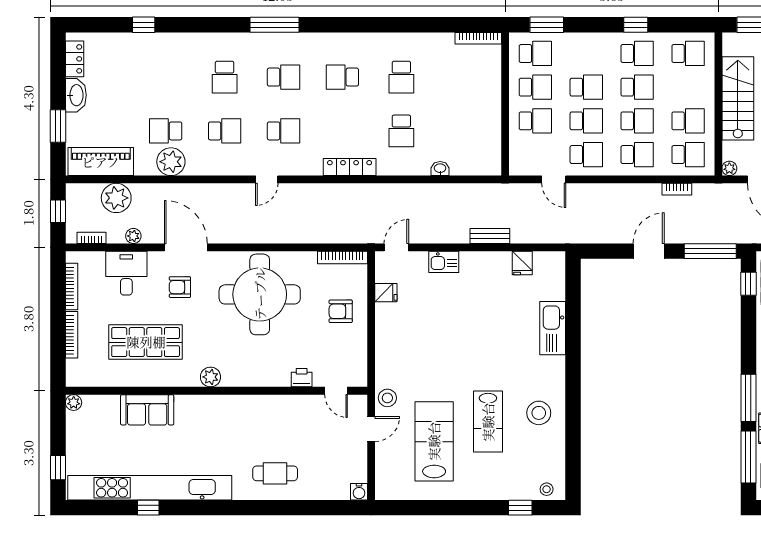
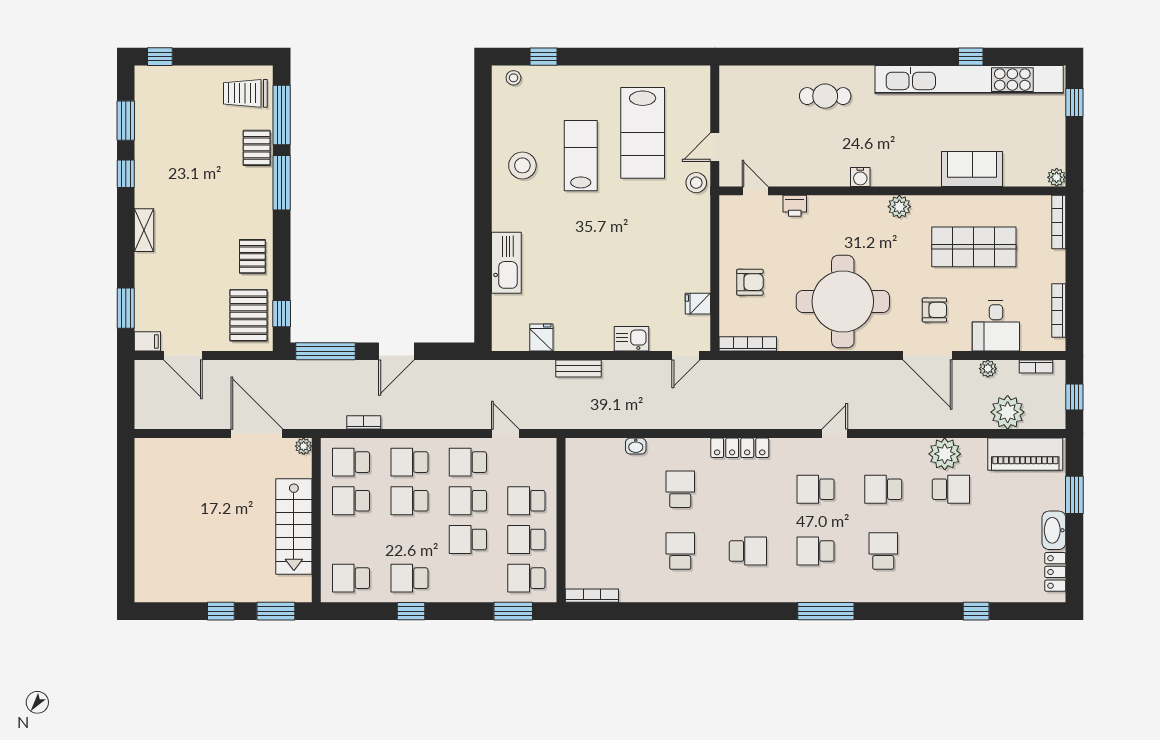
school desk: (637, 87) -> (409, 539), removed
bookcase: (72, 335) -> (1059, 222), moved
water cooler: (359, 492) -> (860, 177), moved, turned 180

